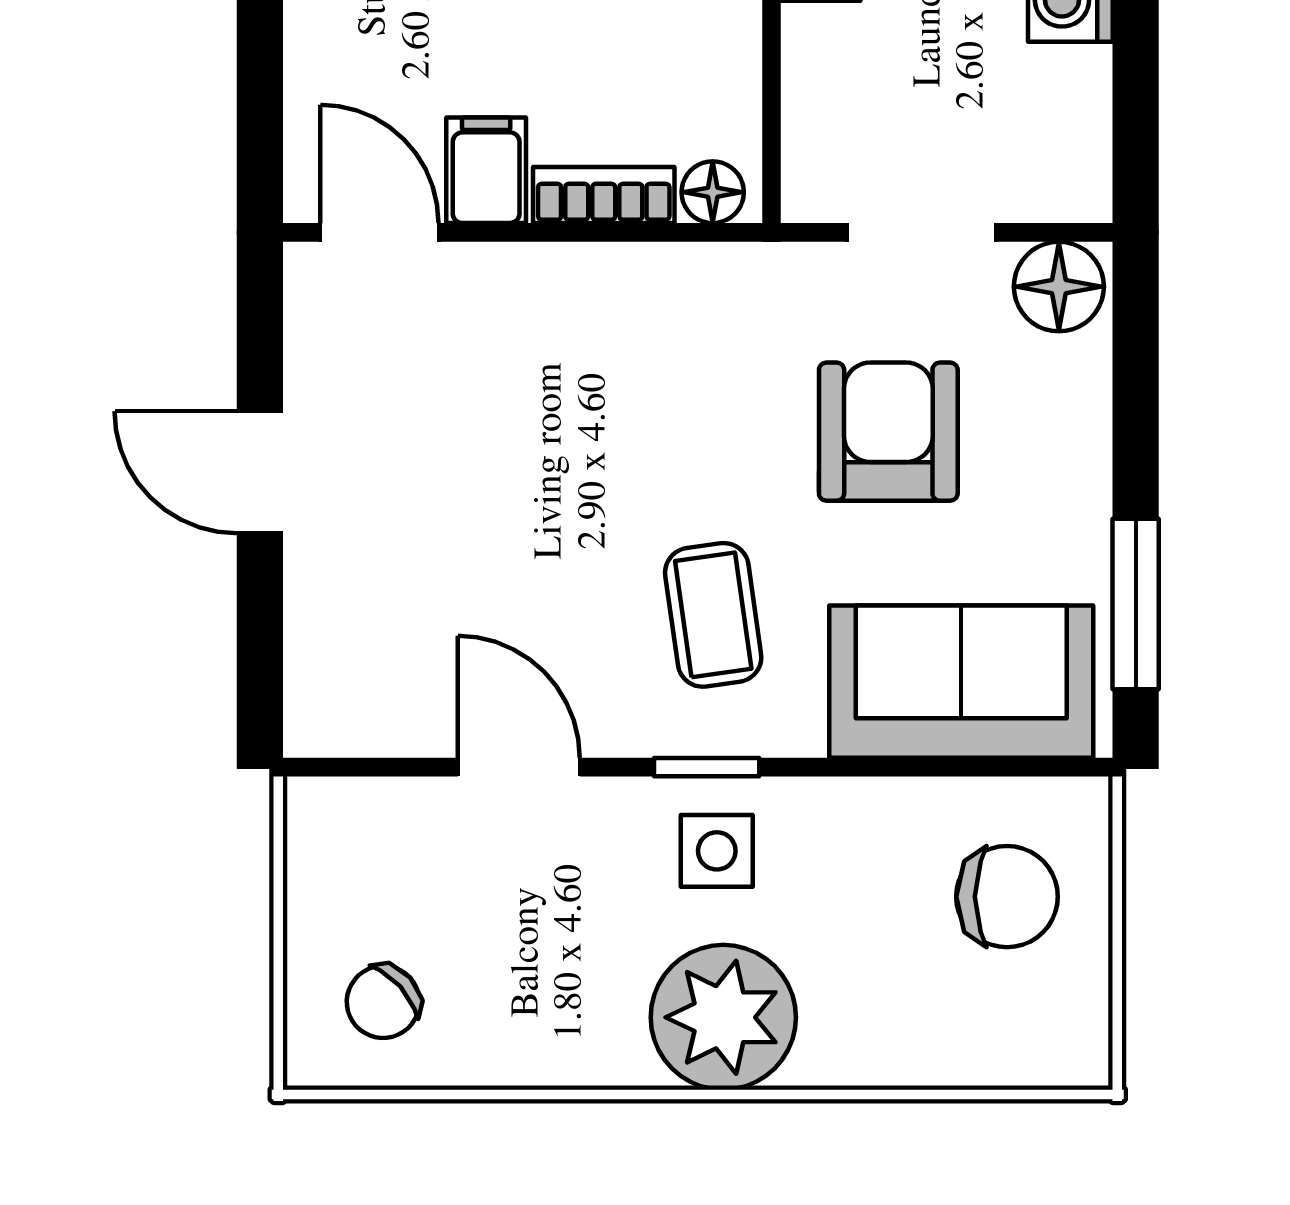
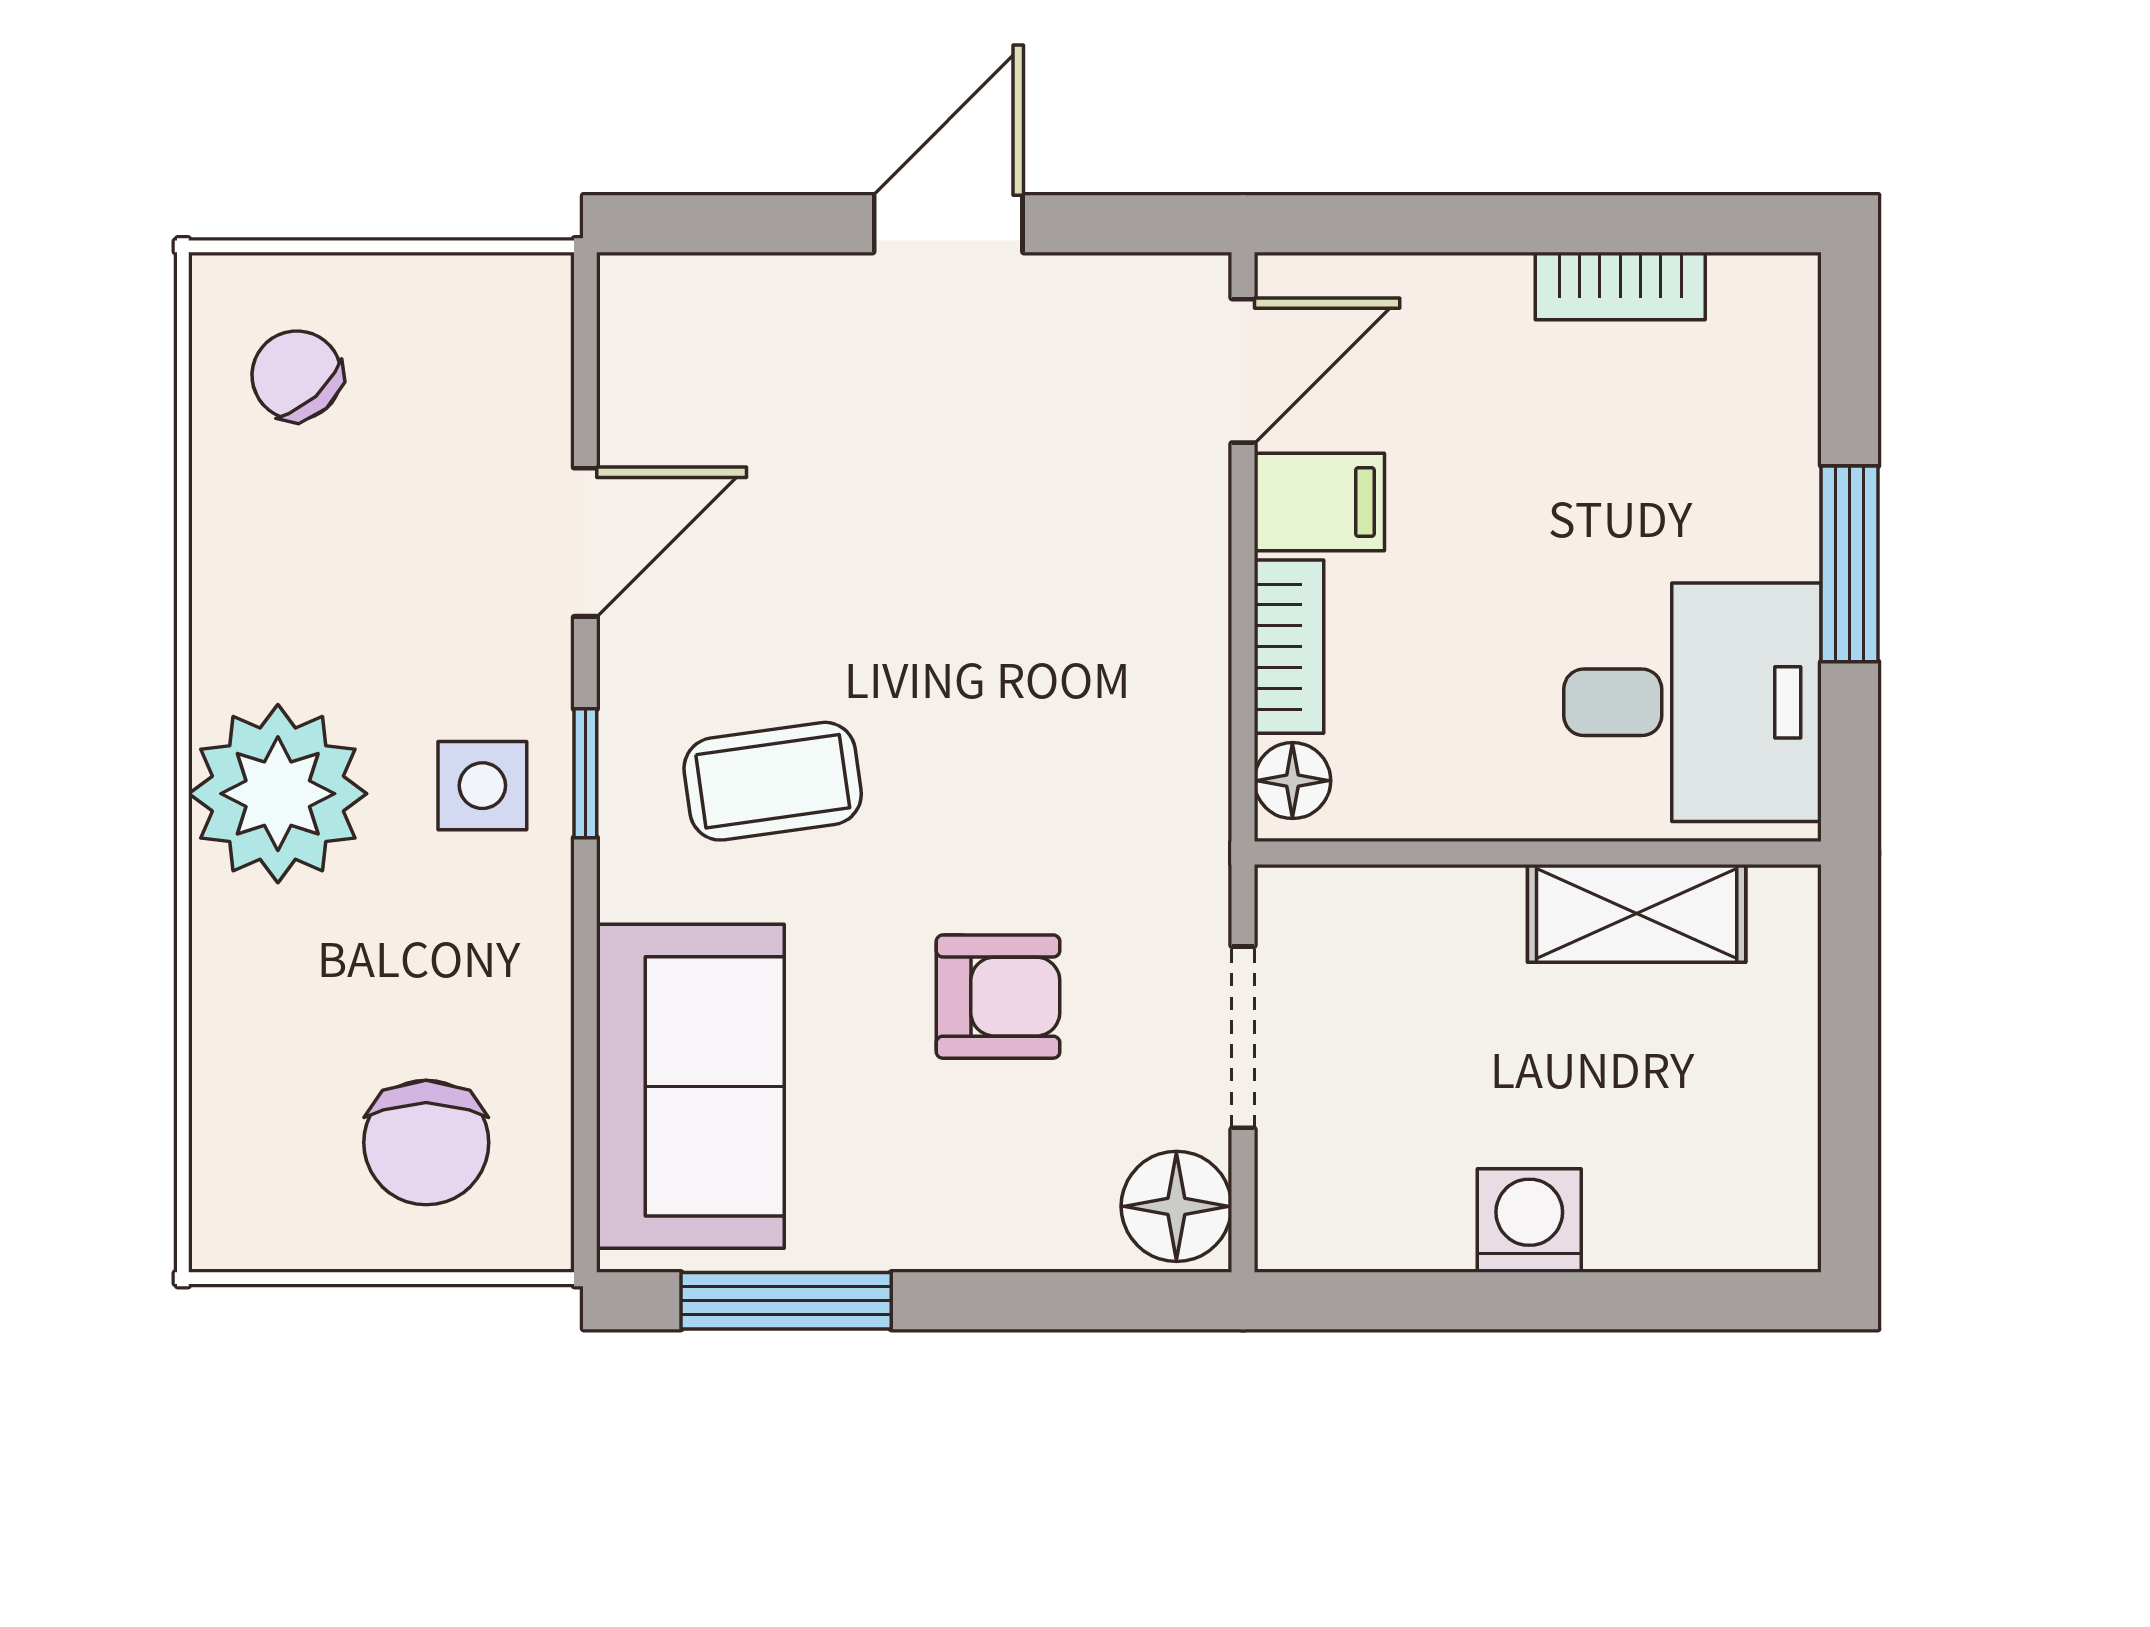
armchair: (888, 432) -> (998, 997), width x0.72, depth x0.72

